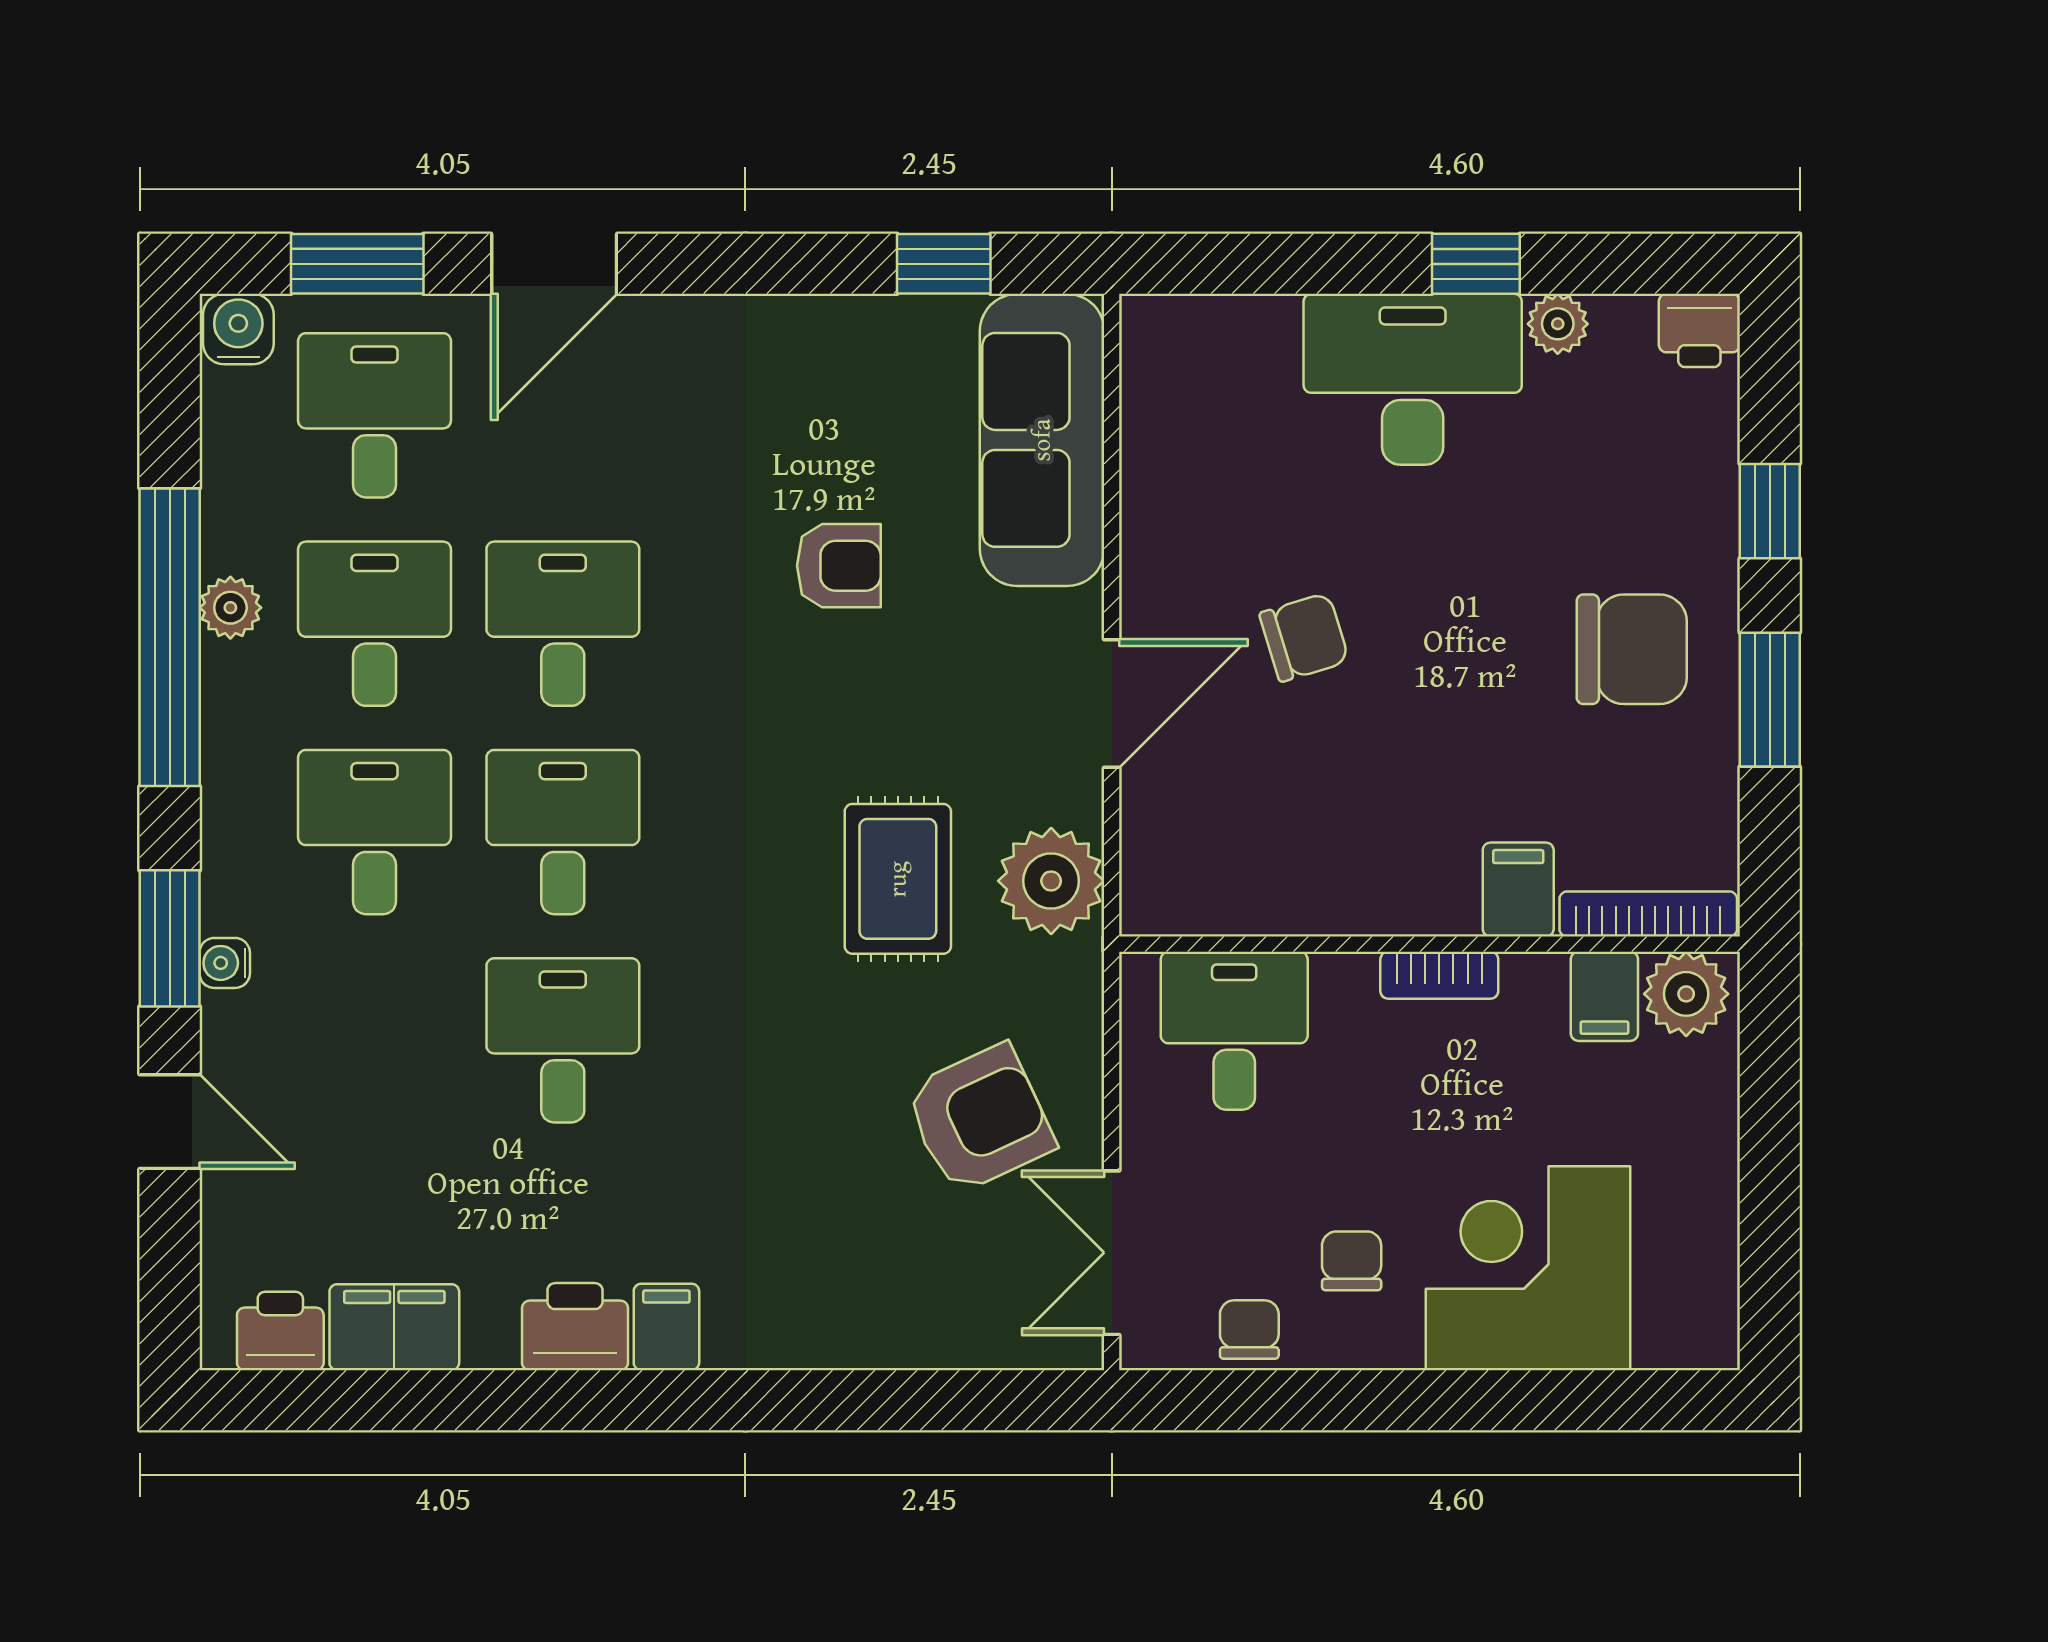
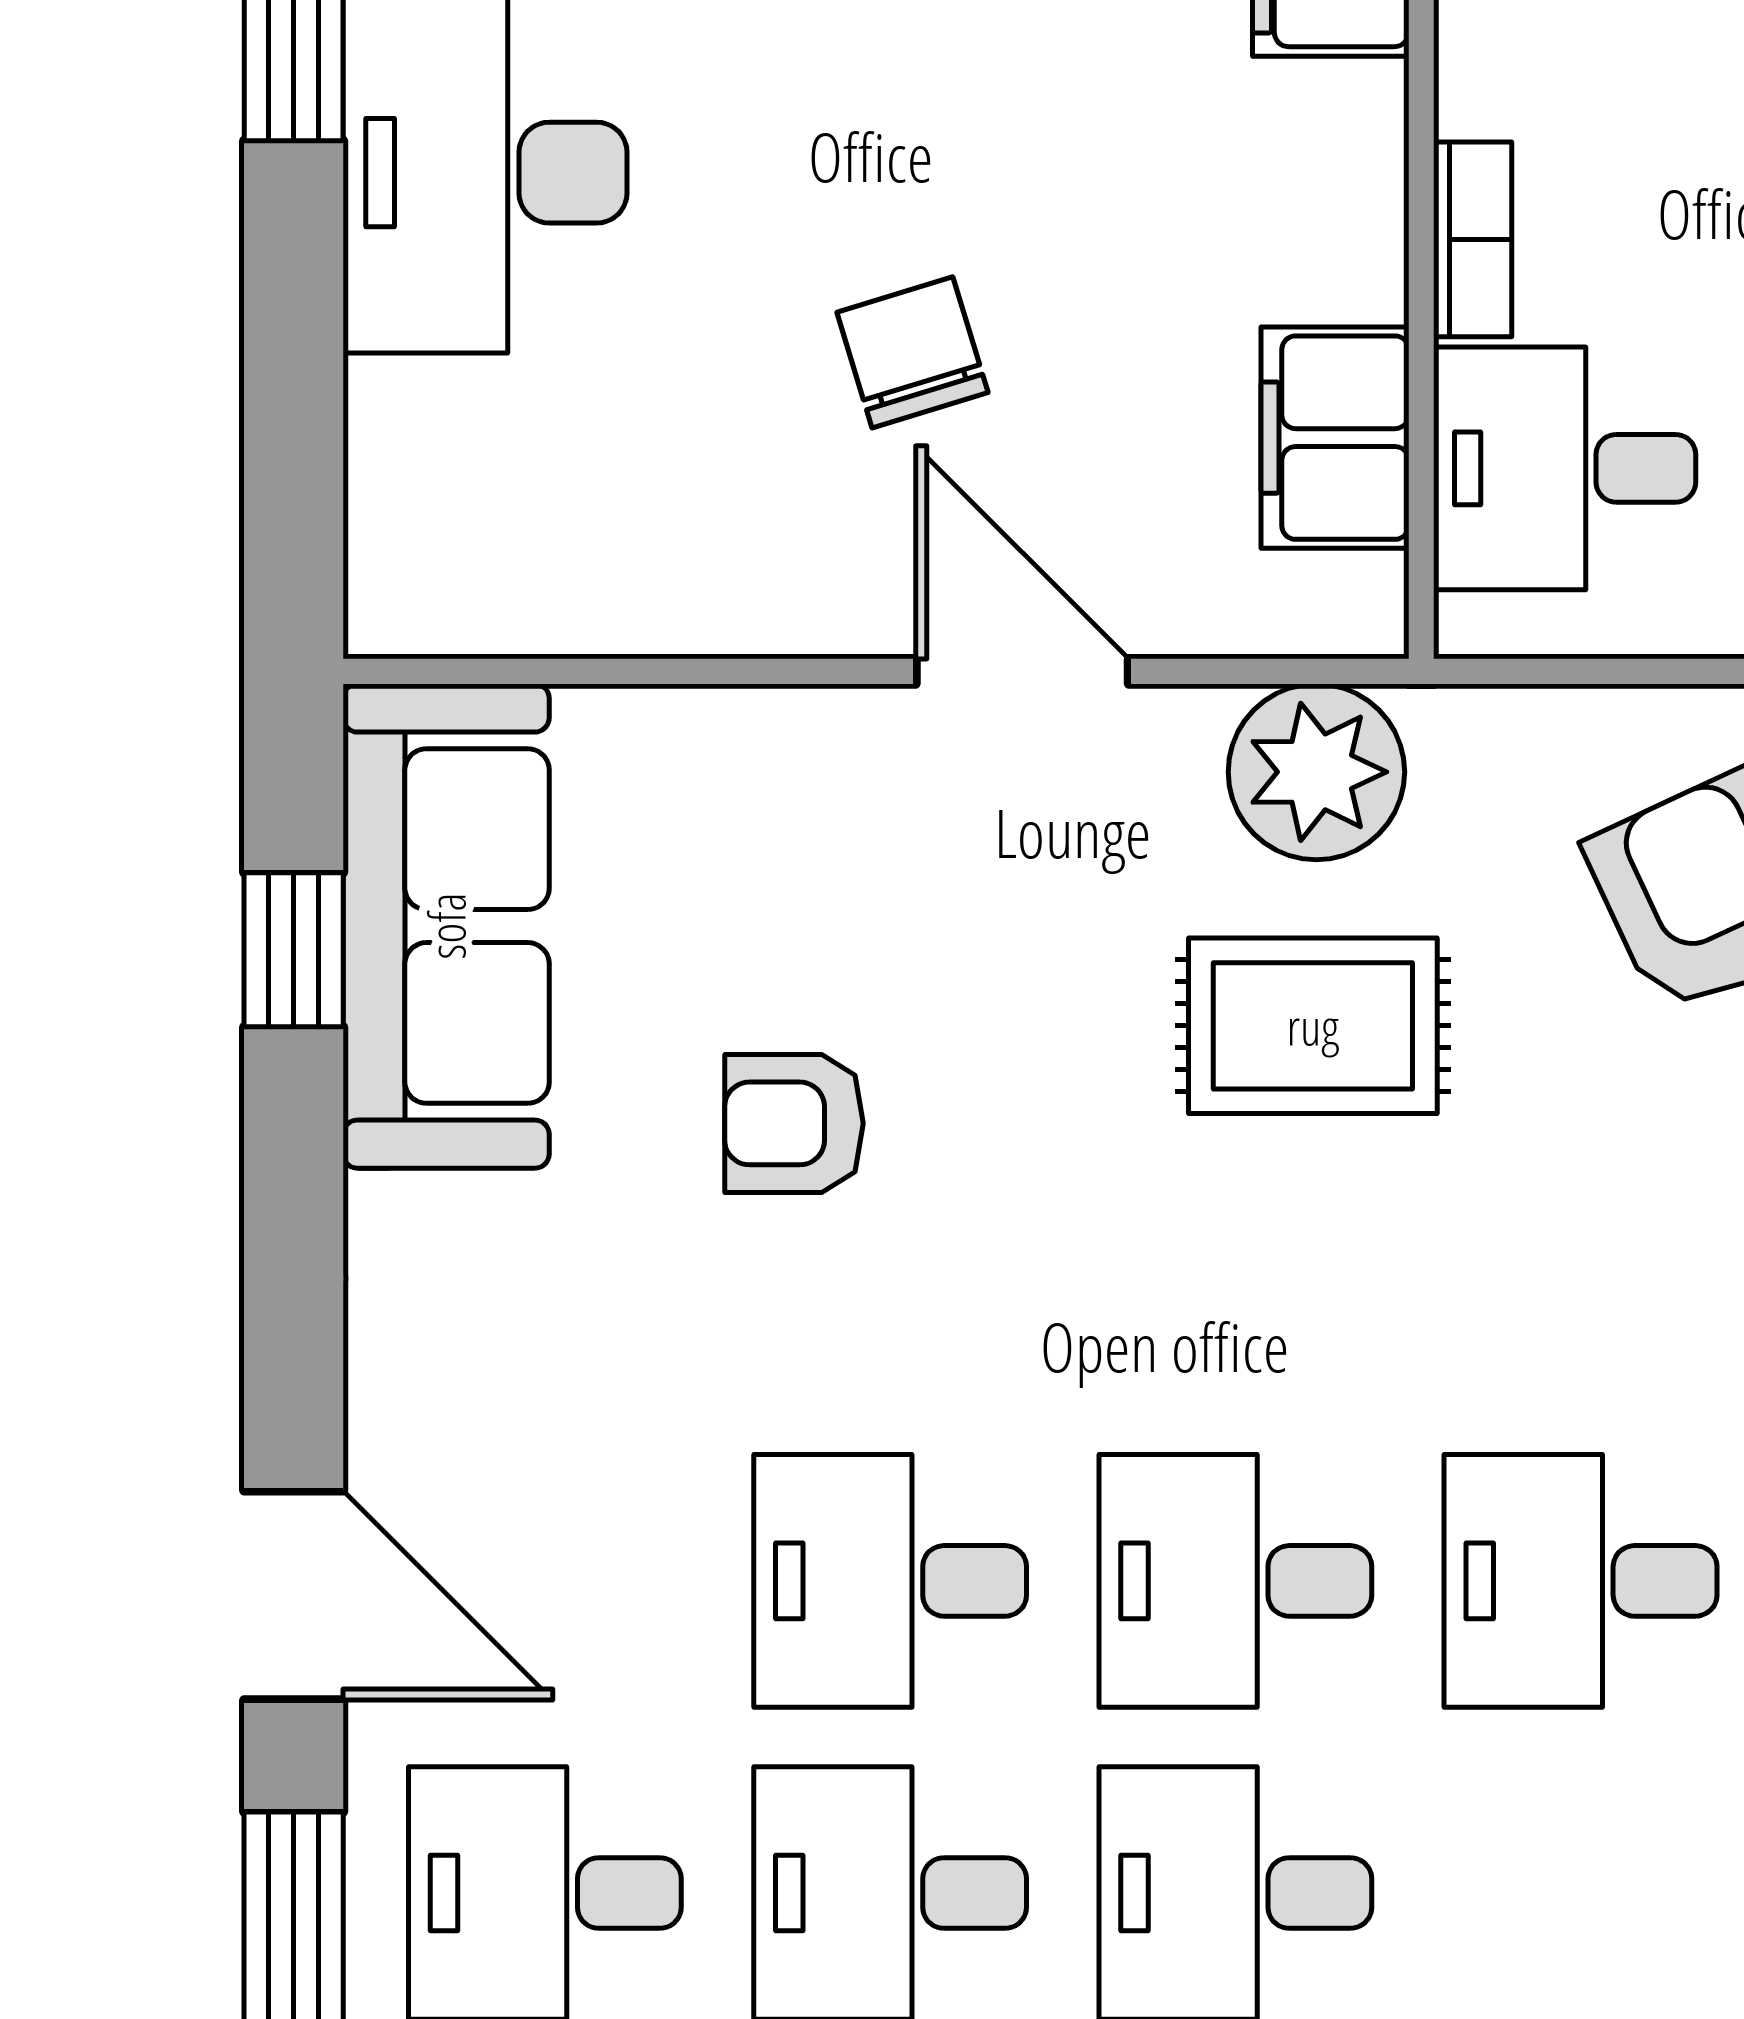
sofa: (1042, 440) -> (446, 926), moved, turned -90
armchair: (839, 566) -> (794, 1123), turned -90
filing cabinet: (1253, 892) -> (1335, 438), added
bookcase: (1439, 975) -> (1473, 239), moved

